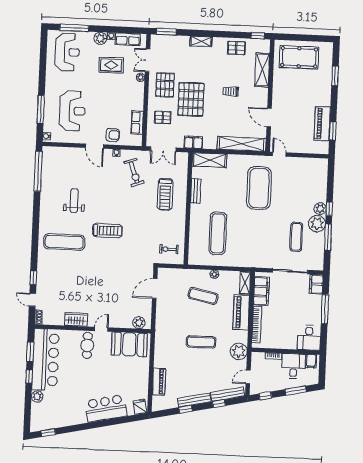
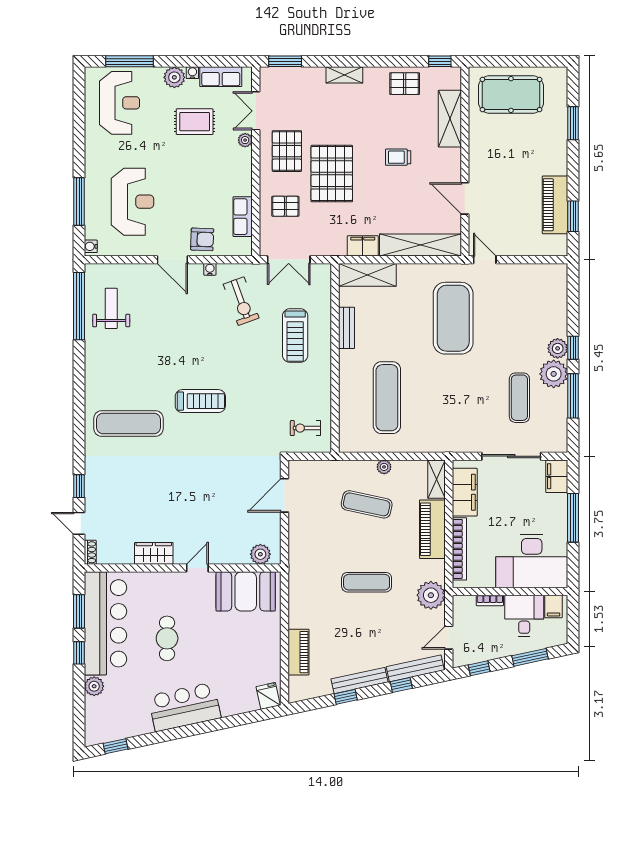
filing cabinet: (193, 142) -> (363, 246), moved
weight bench: (74, 200) -> (111, 308), moved
desk: (309, 338) -> (532, 561), width x1.87, depth x1.30
cafe table: (87, 345) -> (167, 638), moved
bar counter: (106, 408) -> (185, 707), moved

